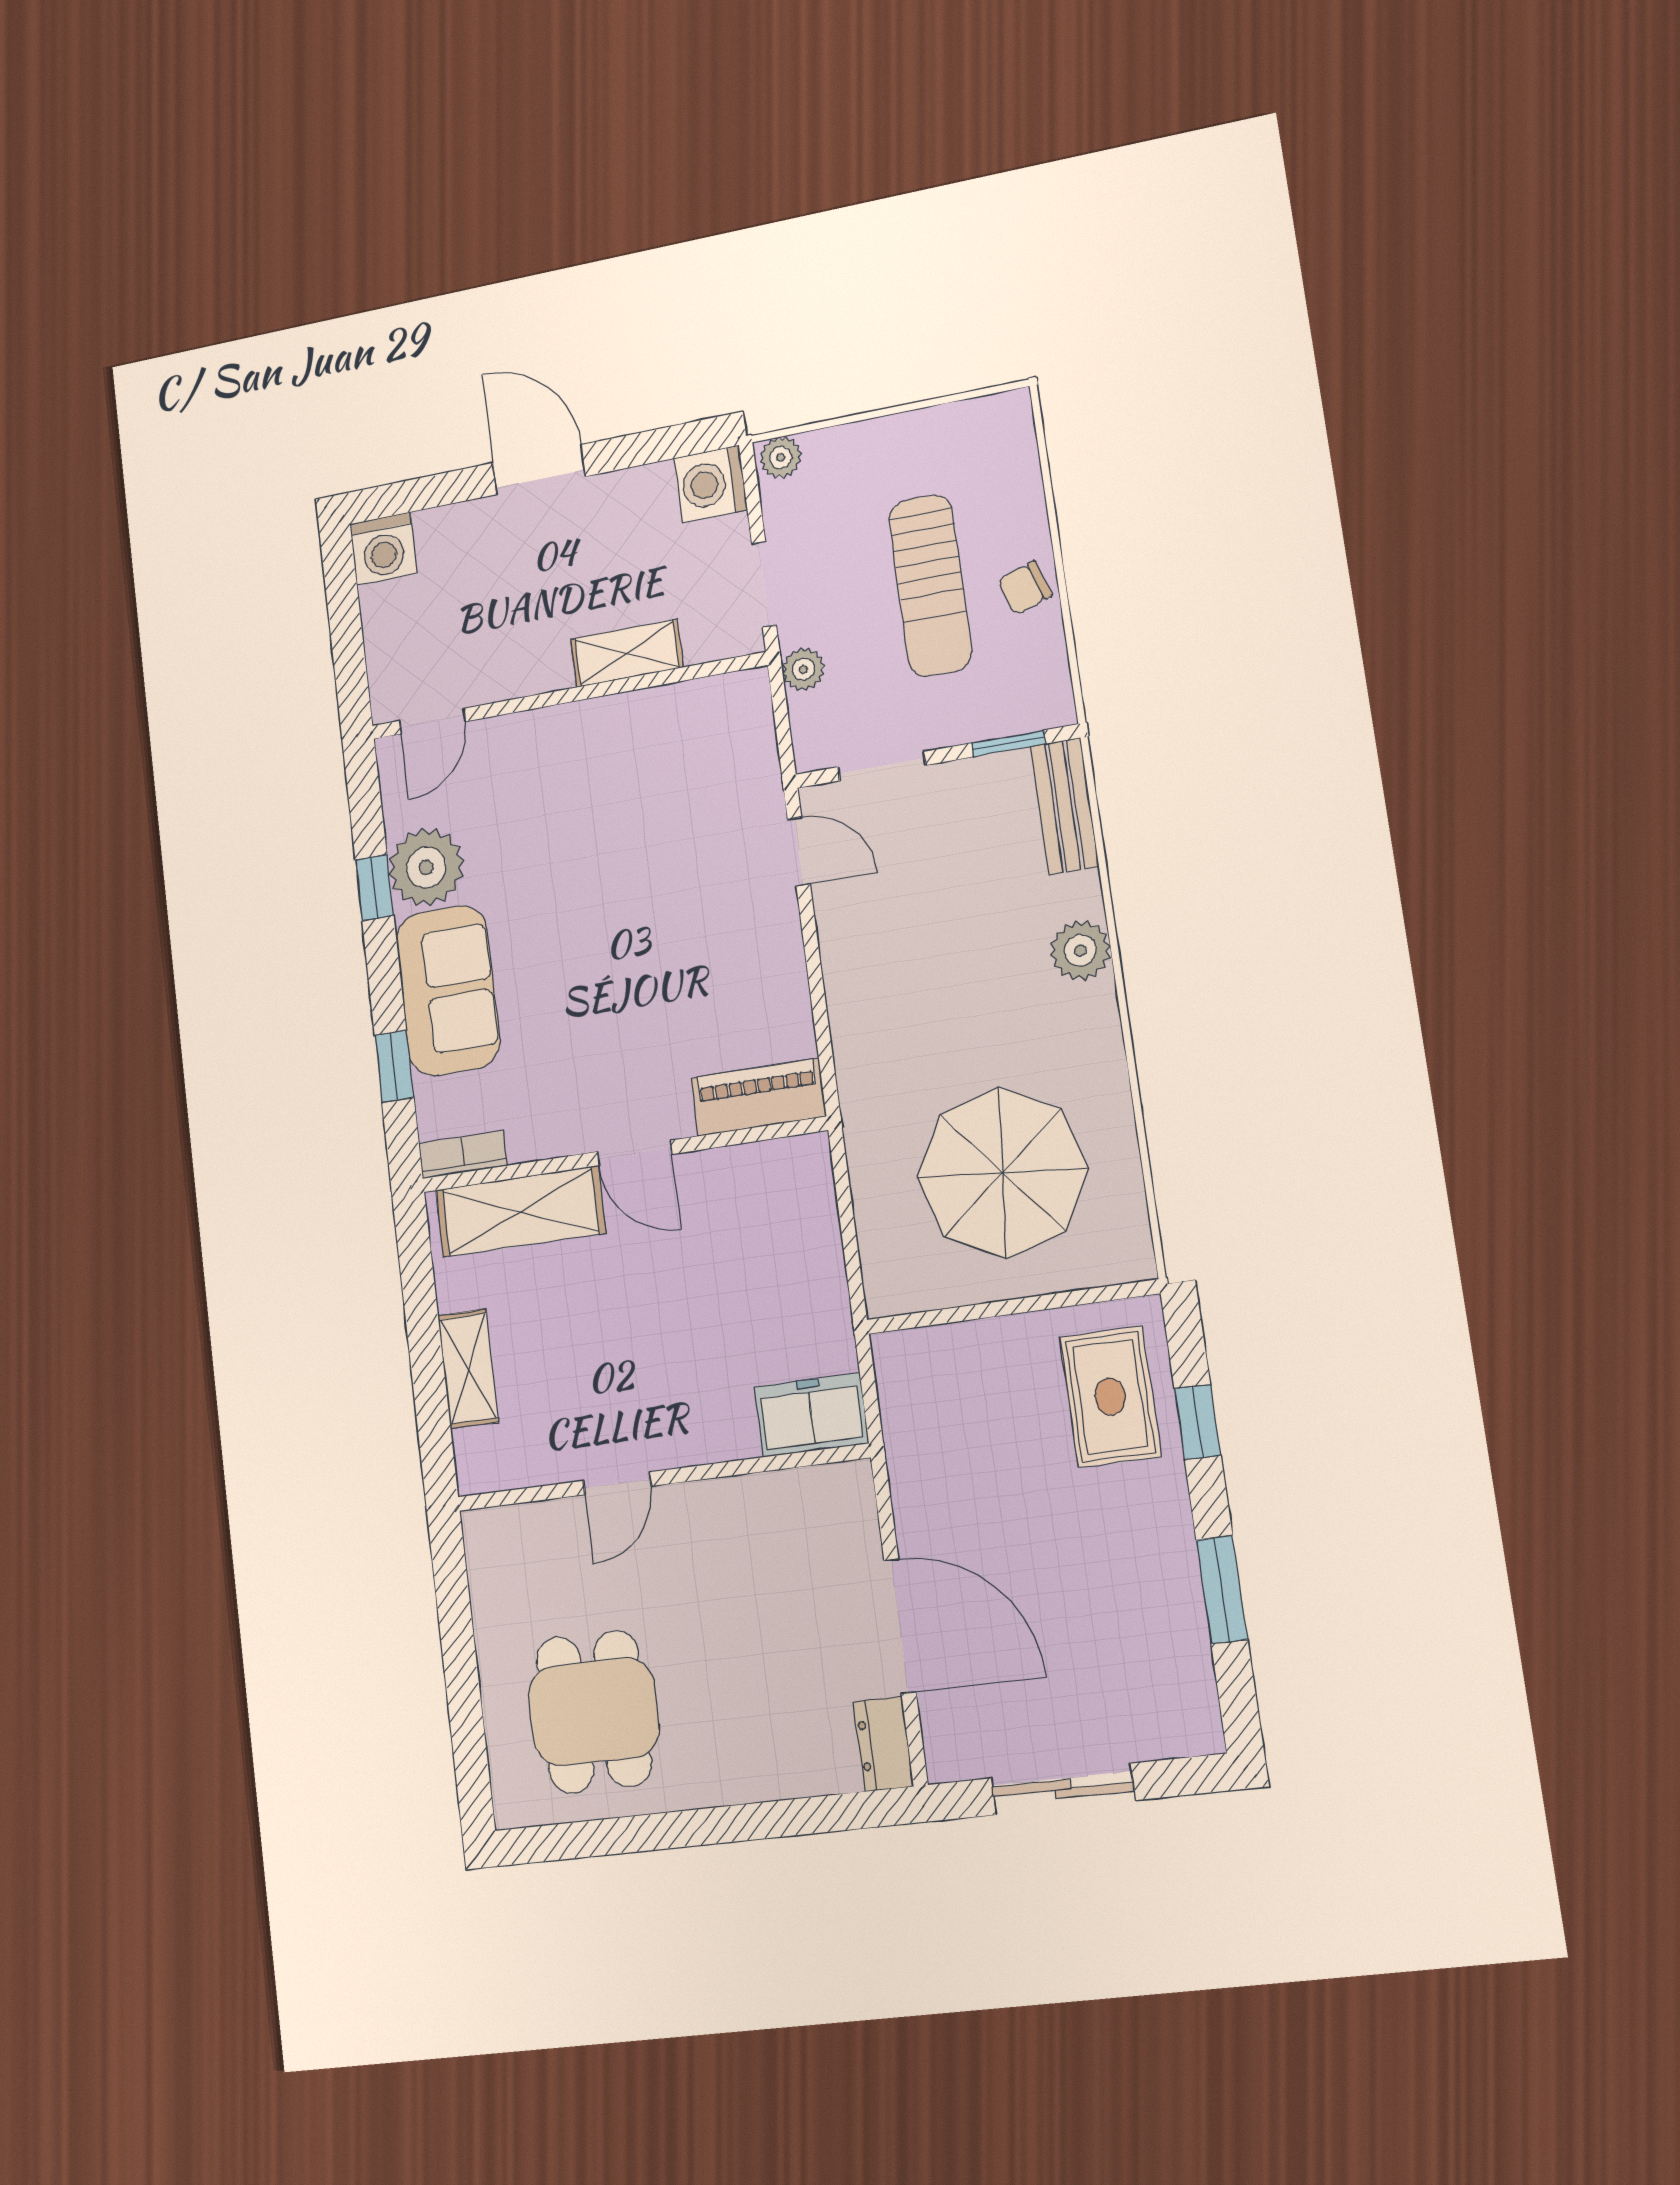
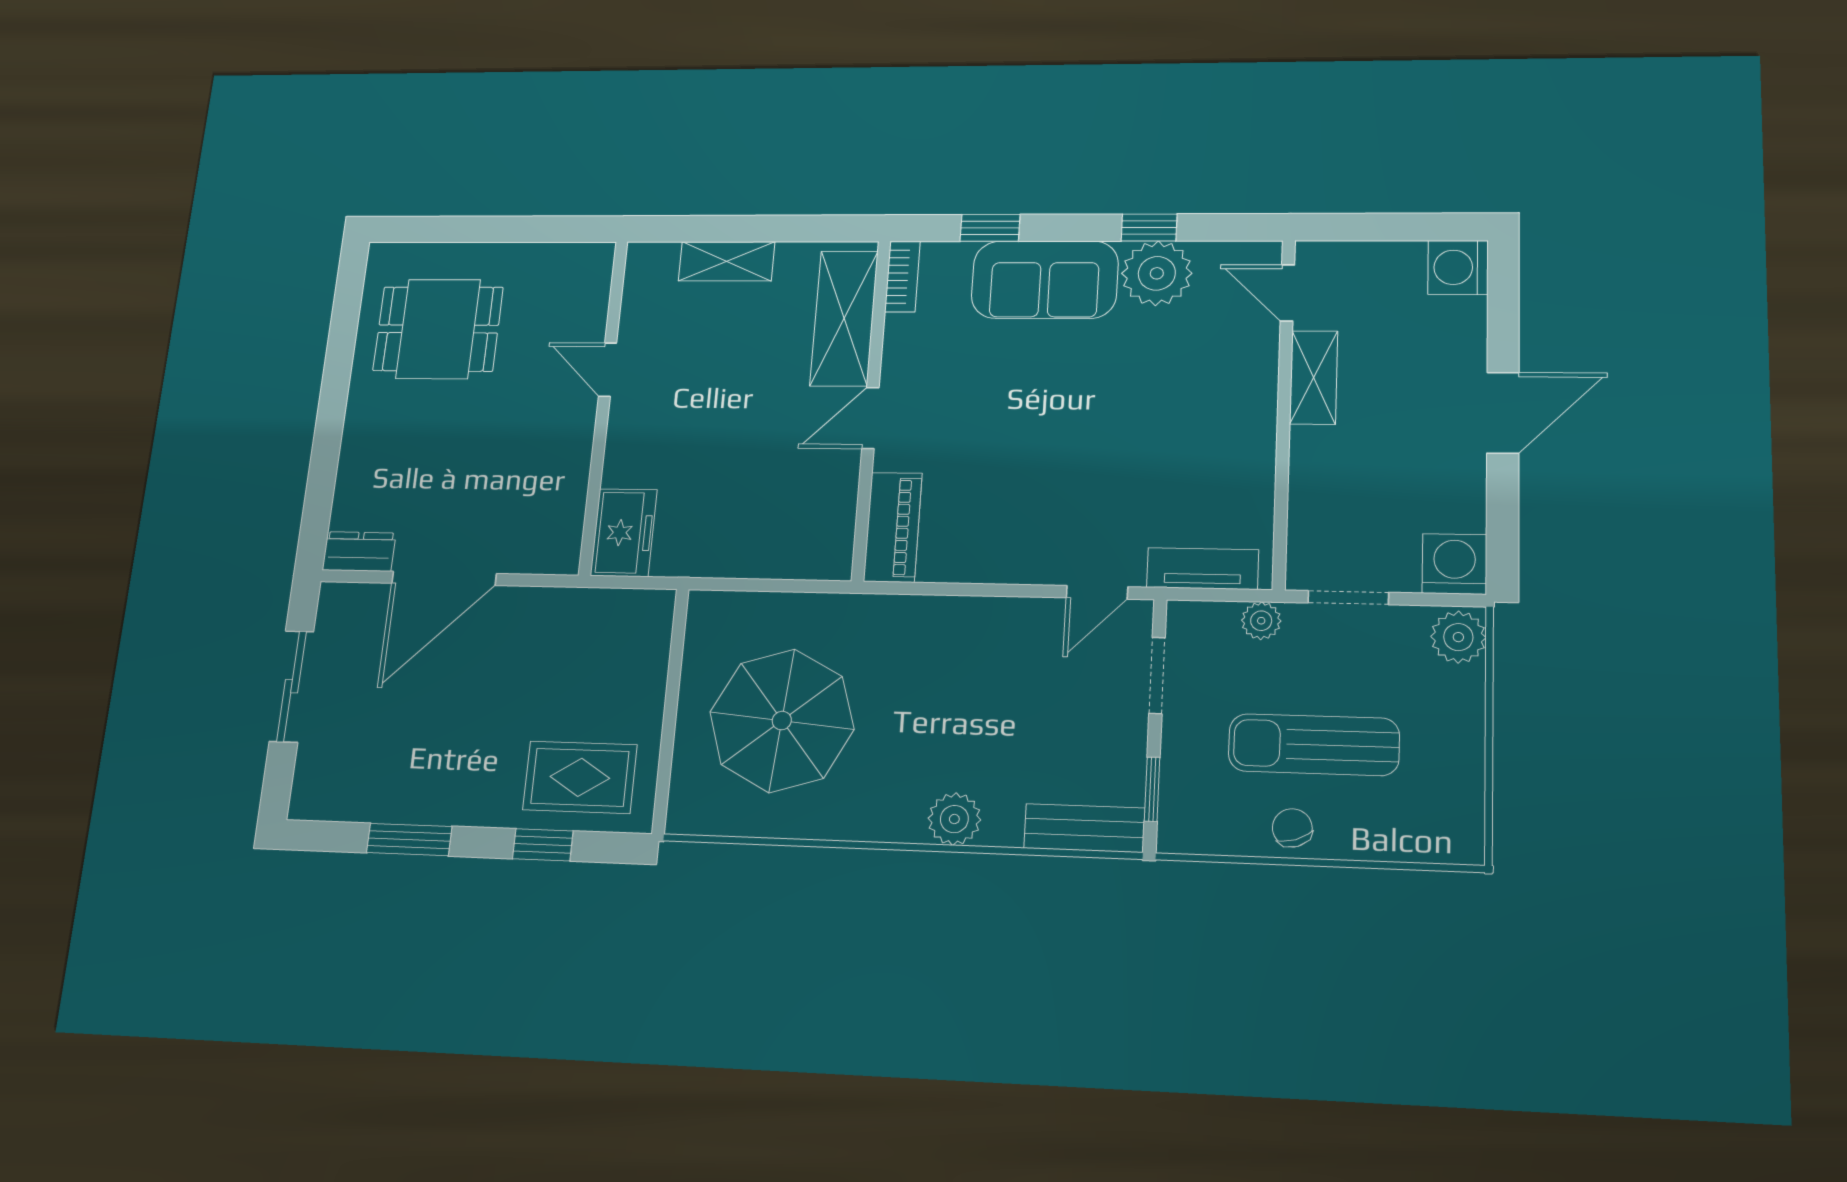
plant: (781, 457) -> (1458, 637), width x1.38, depth x1.38
shelving: (627, 653) -> (1314, 377), moved
tv unit: (755, 744) -> (1203, 569), added

